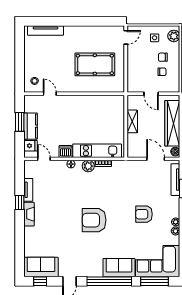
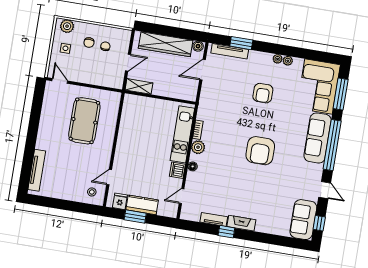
shelving: (132, 121) -> (139, 86), moved
fridge: (30, 146) -> (120, 201), moved
sofa: (119, 268) -> (318, 138), width x1.36

